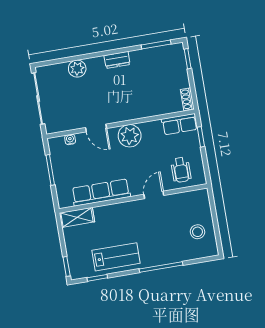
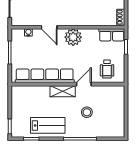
row of seats: (101, 192) -> (45, 76), width x1.36
shelving: (77, 217) -> (63, 91), moved
stool: (198, 232) -> (87, 112), moved

